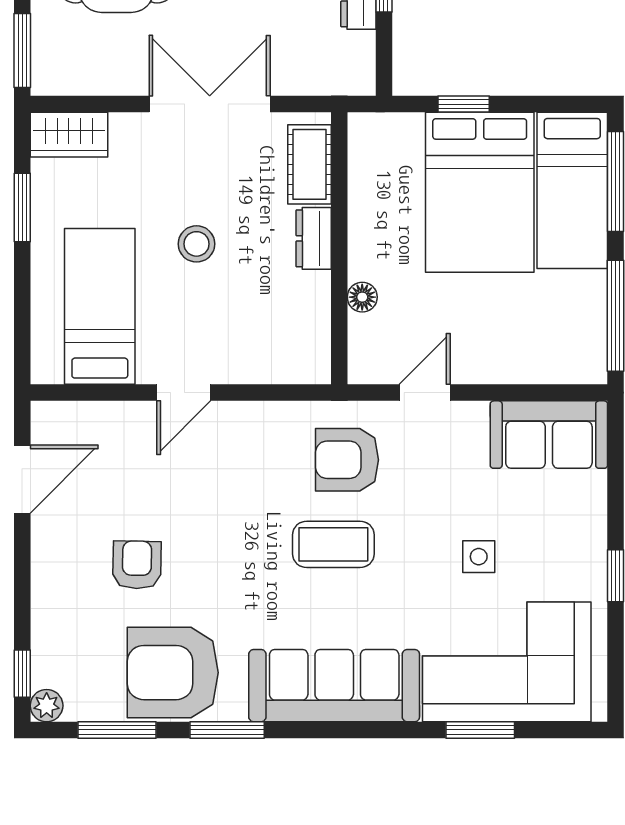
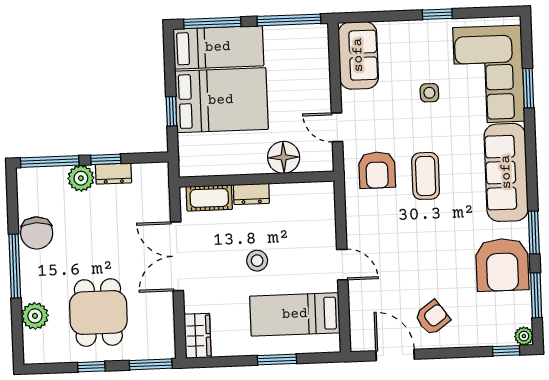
window: (22, 207) -> (277, 360), moved
floor lamp: (362, 297) -> (284, 157), width x1.89, depth x1.89
armchair: (137, 565) -> (432, 318), moved, turned 143

